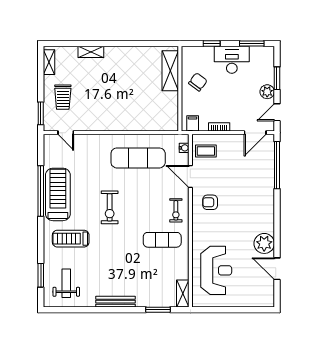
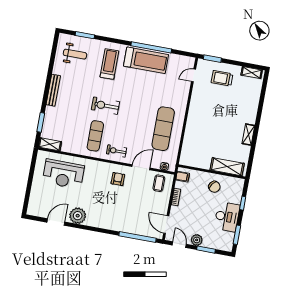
shelving: (91, 52) -> (248, 135), moved
exercise bike: (110, 207) -> (105, 106), moved

